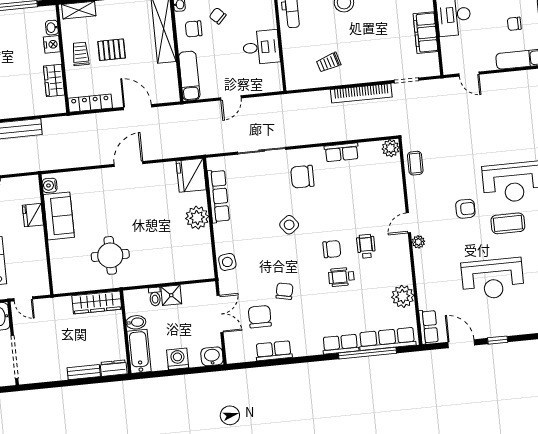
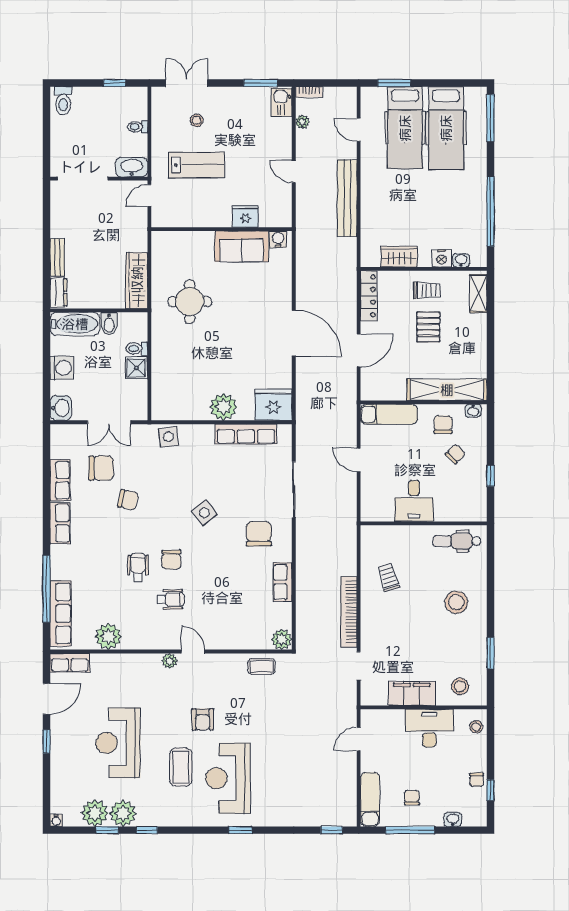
door: (128, 164) -> (294, 333), width x1.36
row of seats: (340, 344) -> (60, 523), moved

